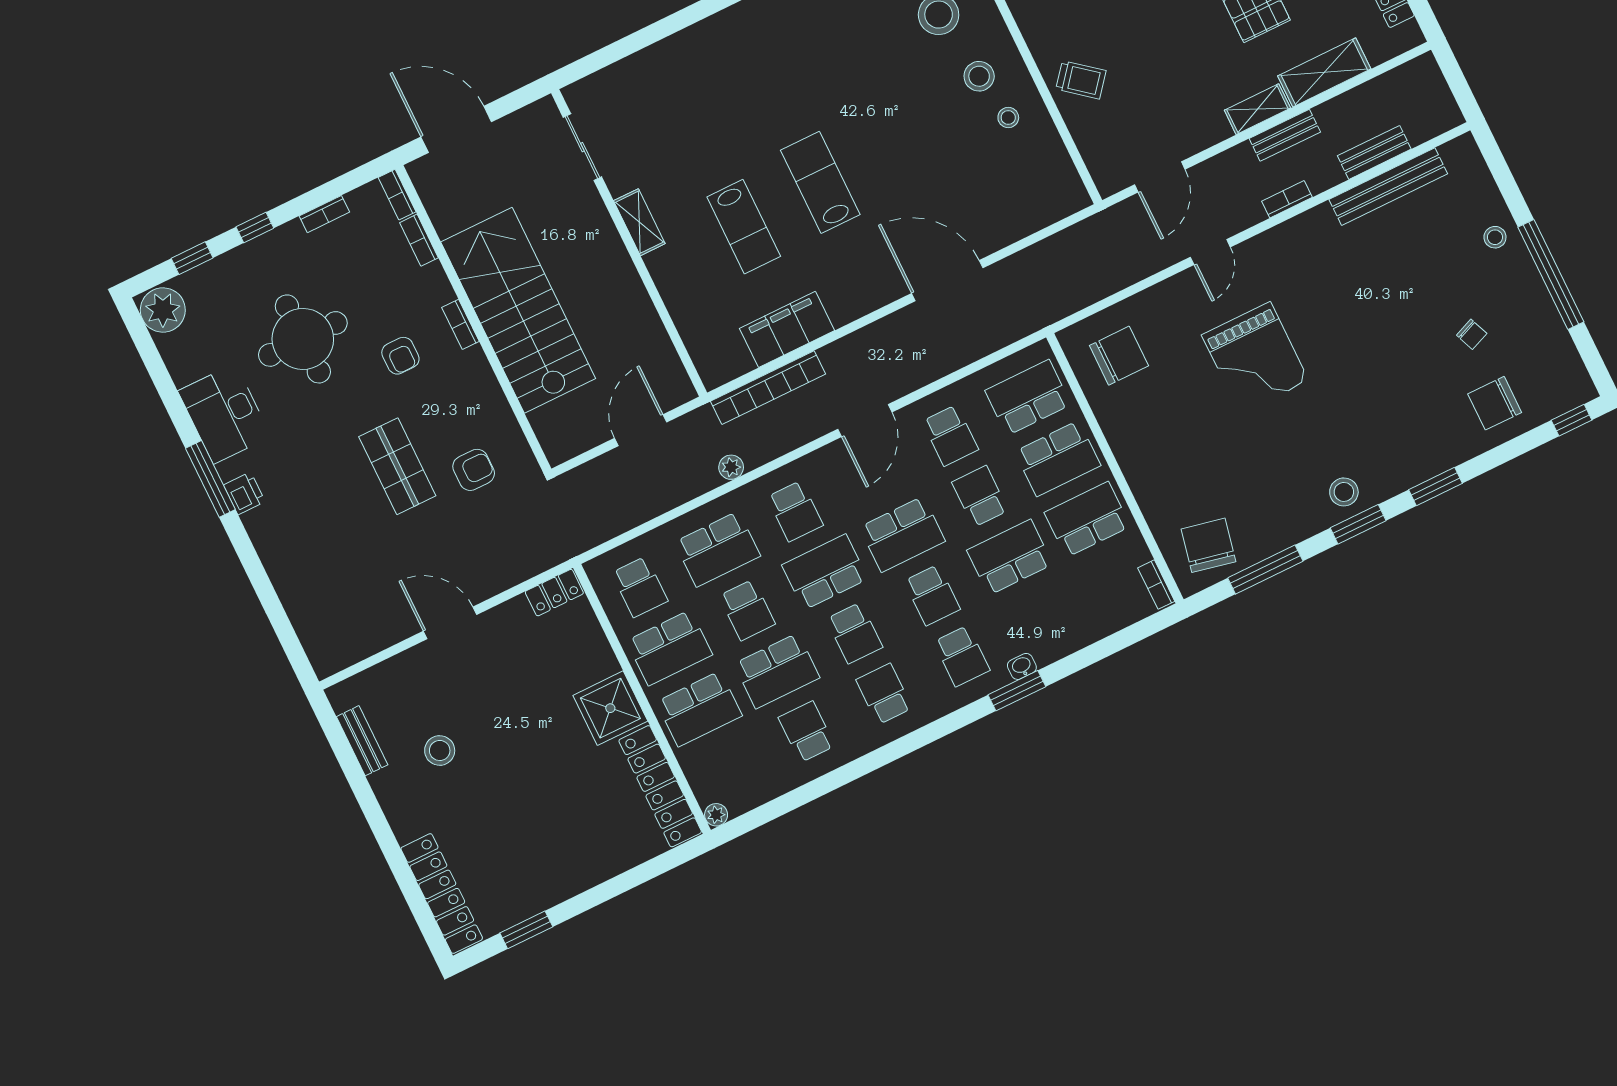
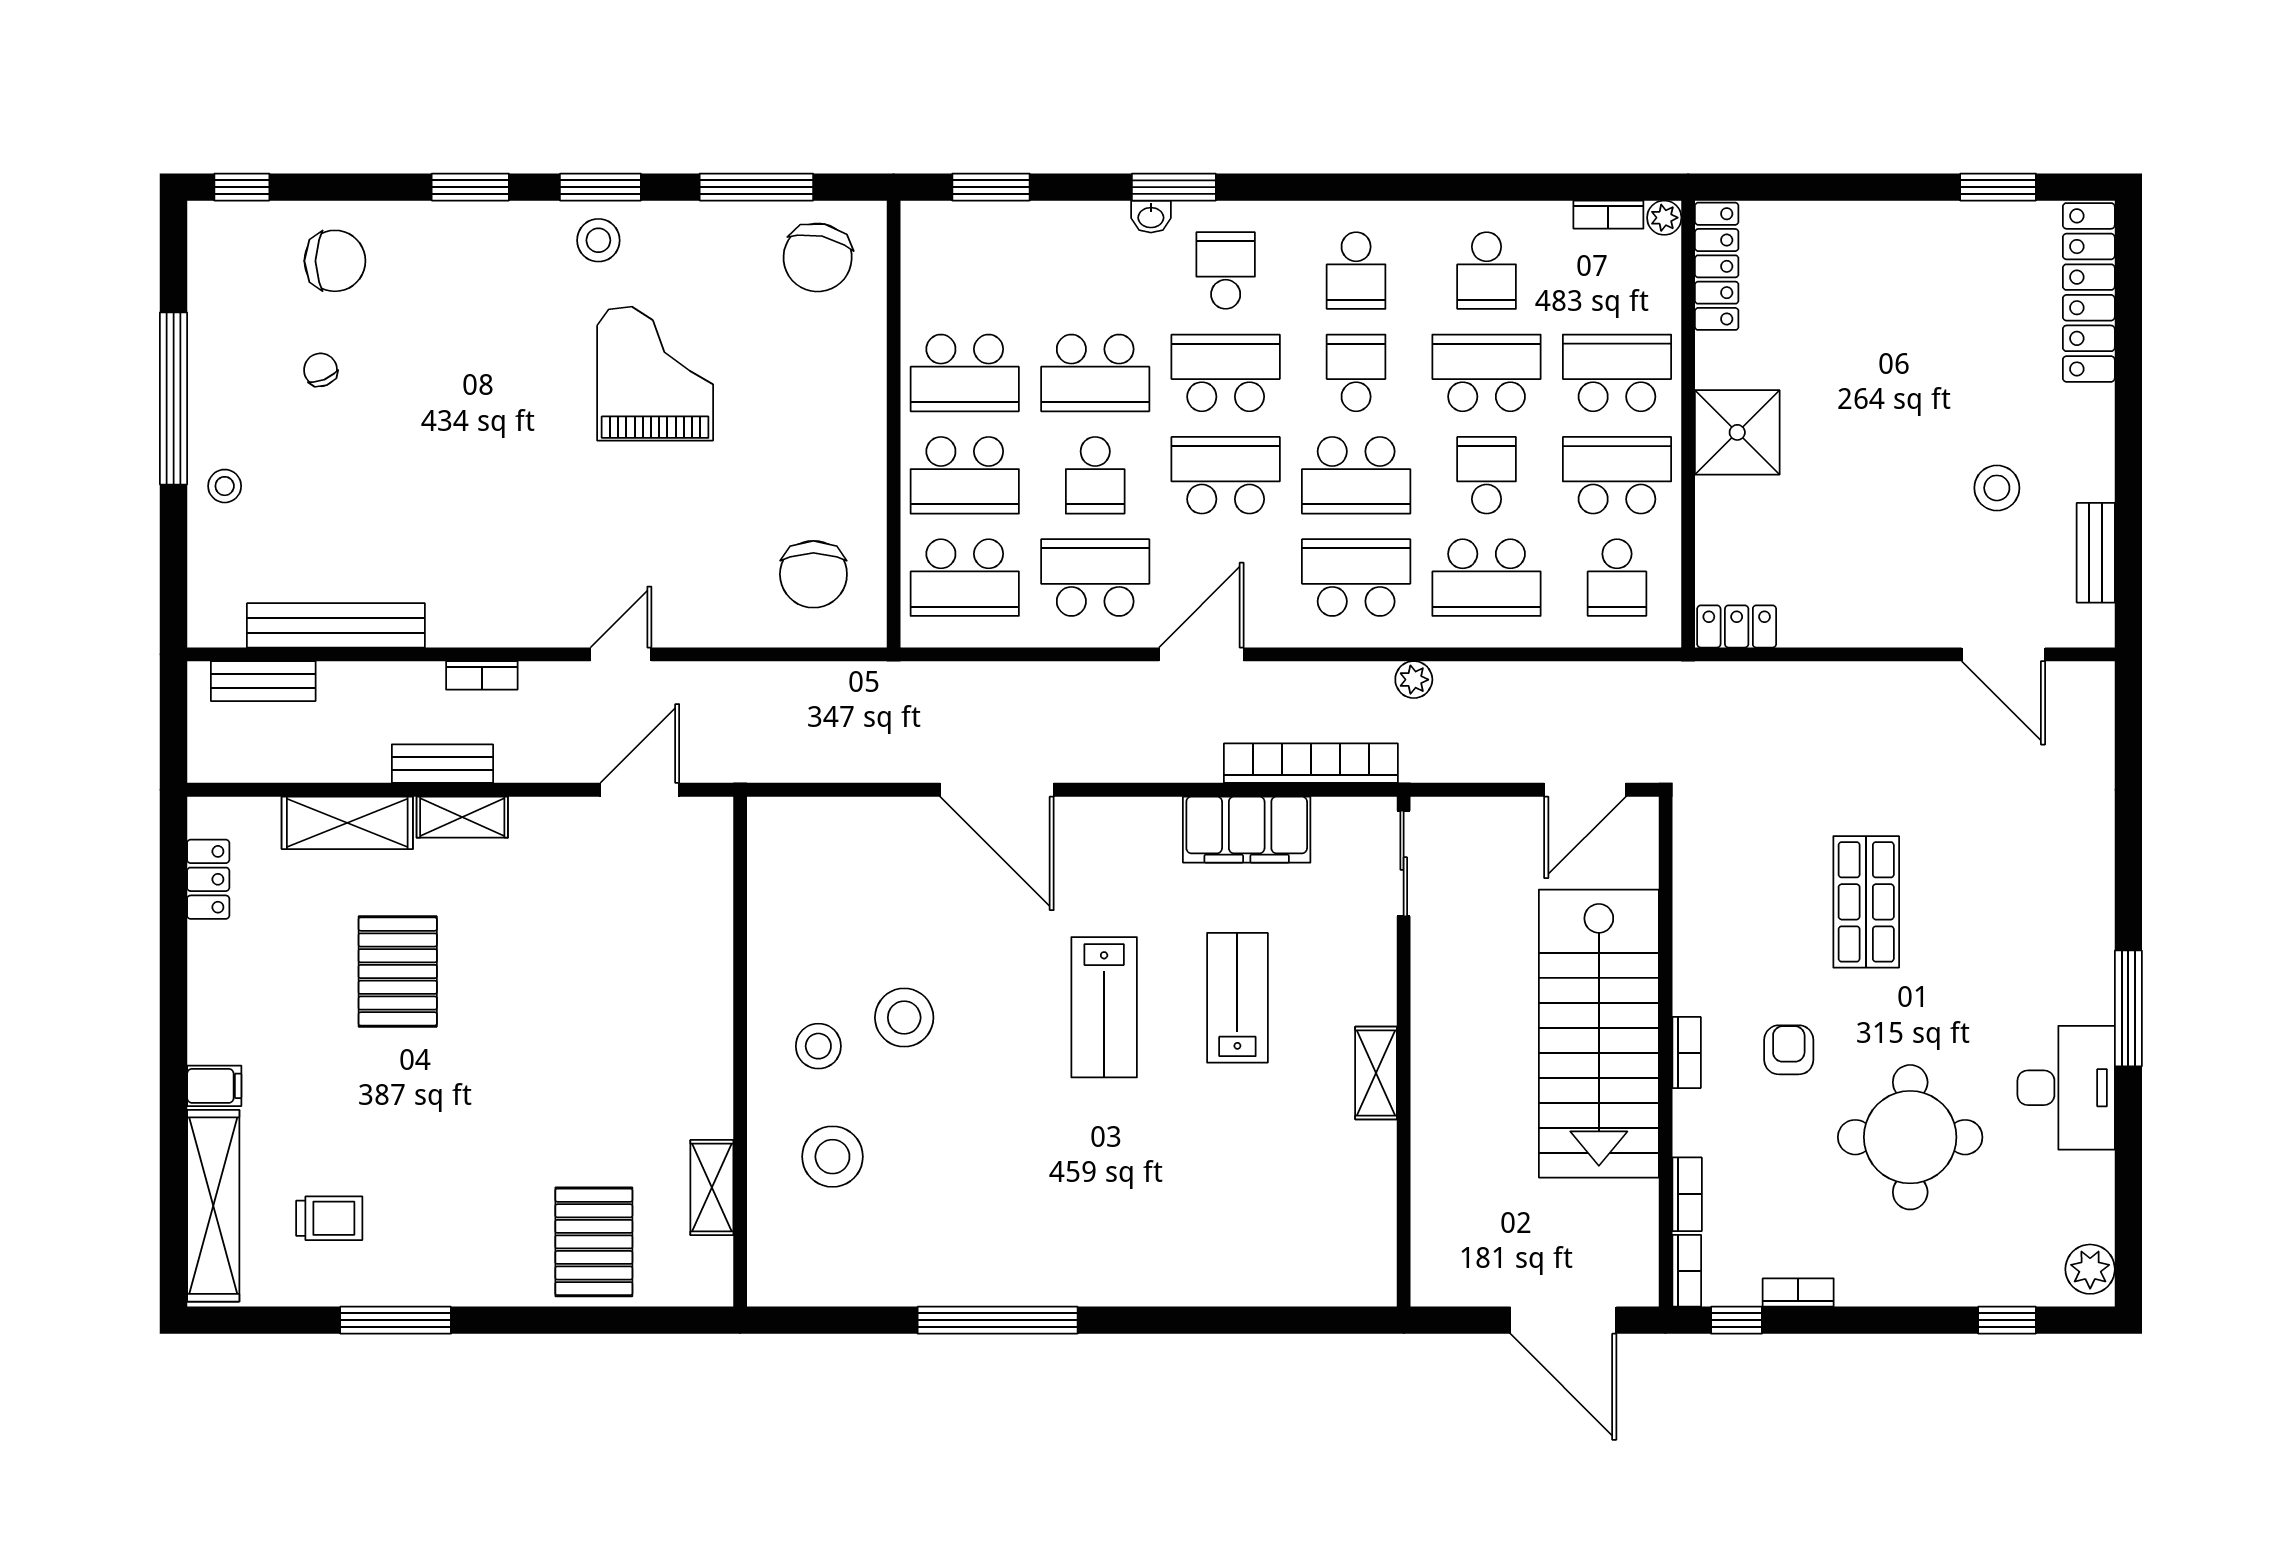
trolley: (1081, 80) -> (683, 974), removed
stool: (1008, 118) -> (904, 1018), moved, width x1.89, depth x1.89
sliding door: (582, 147) -> (1404, 864), moved
bench: (1374, 152) -> (263, 681), moved
window: (255, 227) -> (1736, 1320), moved
plant: (163, 310) -> (2090, 1269), width x0.73, depth x0.73
chair: (1119, 356) -> (813, 574), turned -90
grand piano: (1255, 358) -> (655, 374), moved
door: (641, 430) -> (1585, 790), moved
school desk: (950, 435) -> (1095, 578), width x1.85
school desk: (1058, 458) -> (965, 475), turned 180
armchair: (474, 470) -> (1765, 846), removed
printer: (244, 493) -> (2092, 966), removed
school desk: (795, 511) -> (1356, 578), width x1.85
school desk: (717, 549) -> (1487, 578), turned 180
bookcase: (1156, 585) -> (1608, 215), moved, turned 90
school desk: (640, 587) -> (1617, 578), turned 180
school desk: (932, 595) -> (1226, 373), width x1.85
door: (450, 623) -> (2003, 654), moved
window: (1126, 638) -> (991, 187), added
locker: (660, 786) -> (1717, 266), width x0.71, depth x0.83

